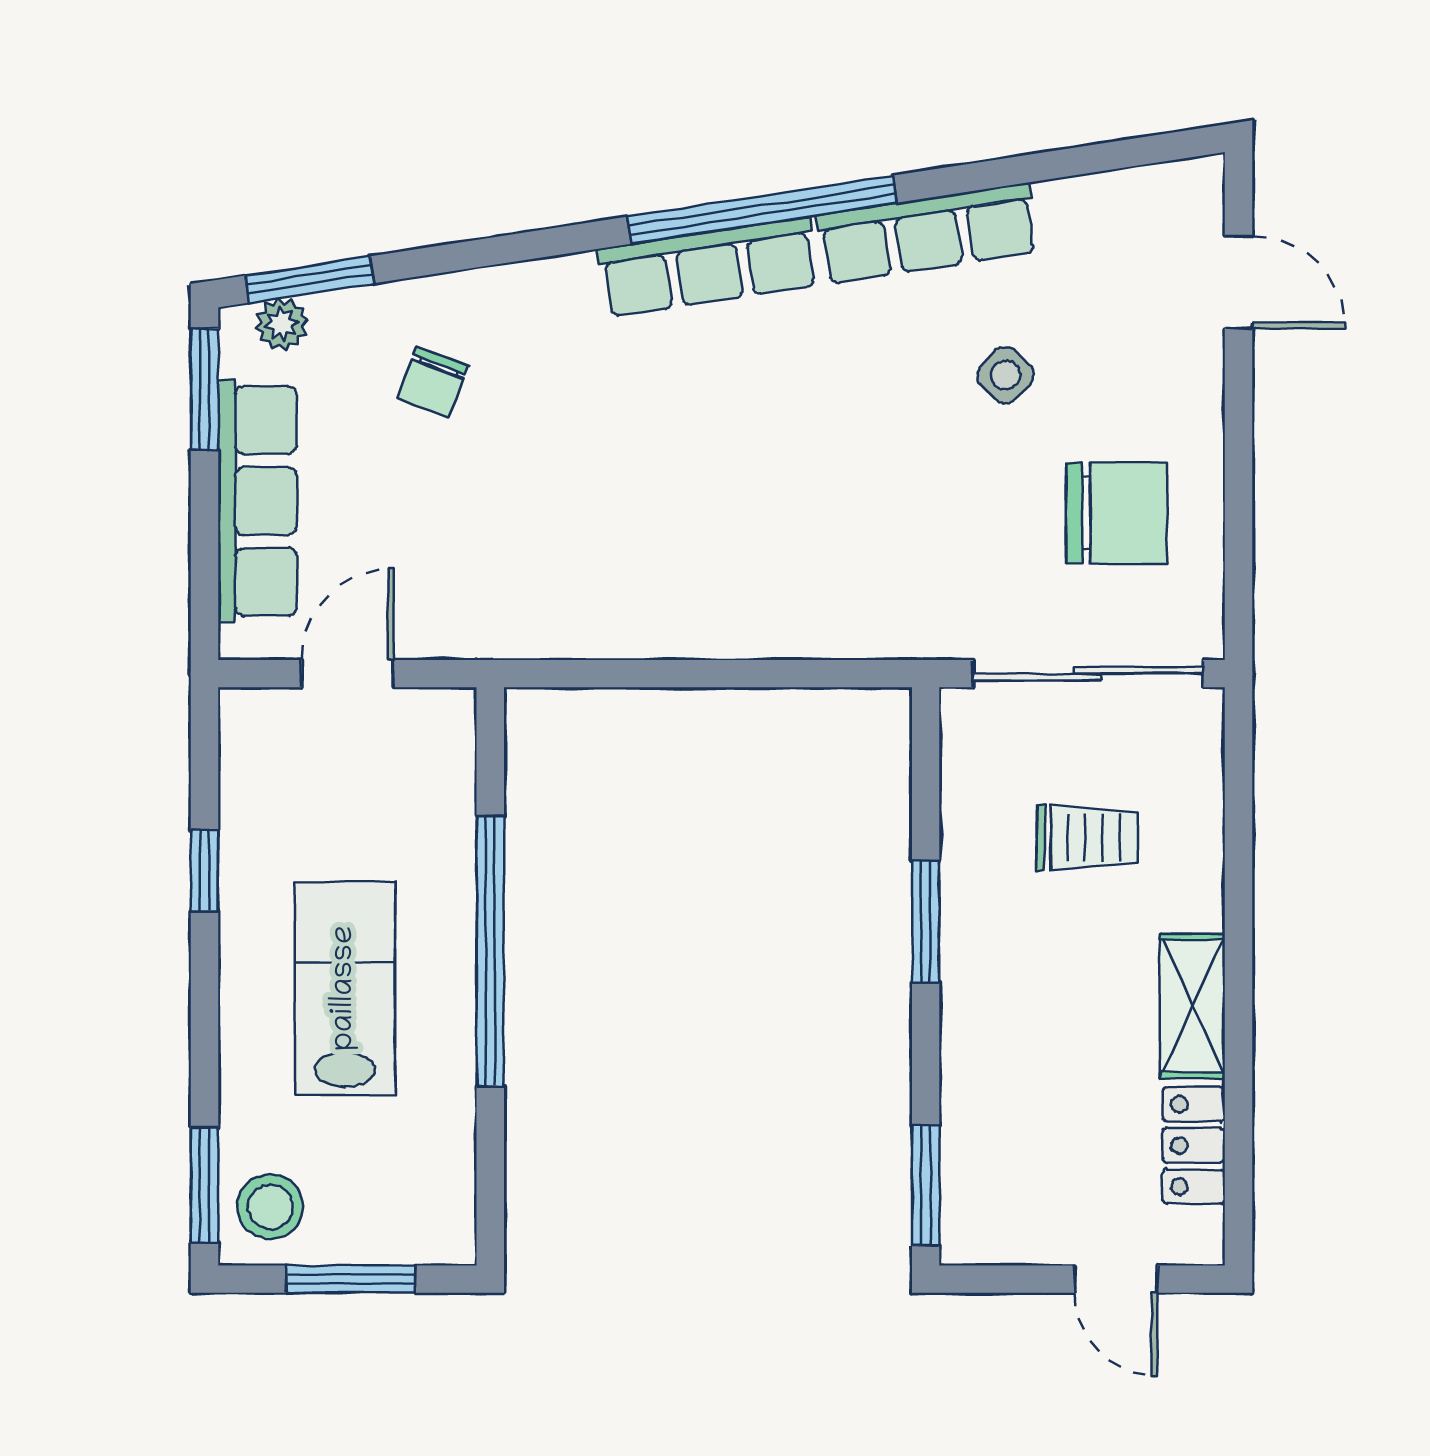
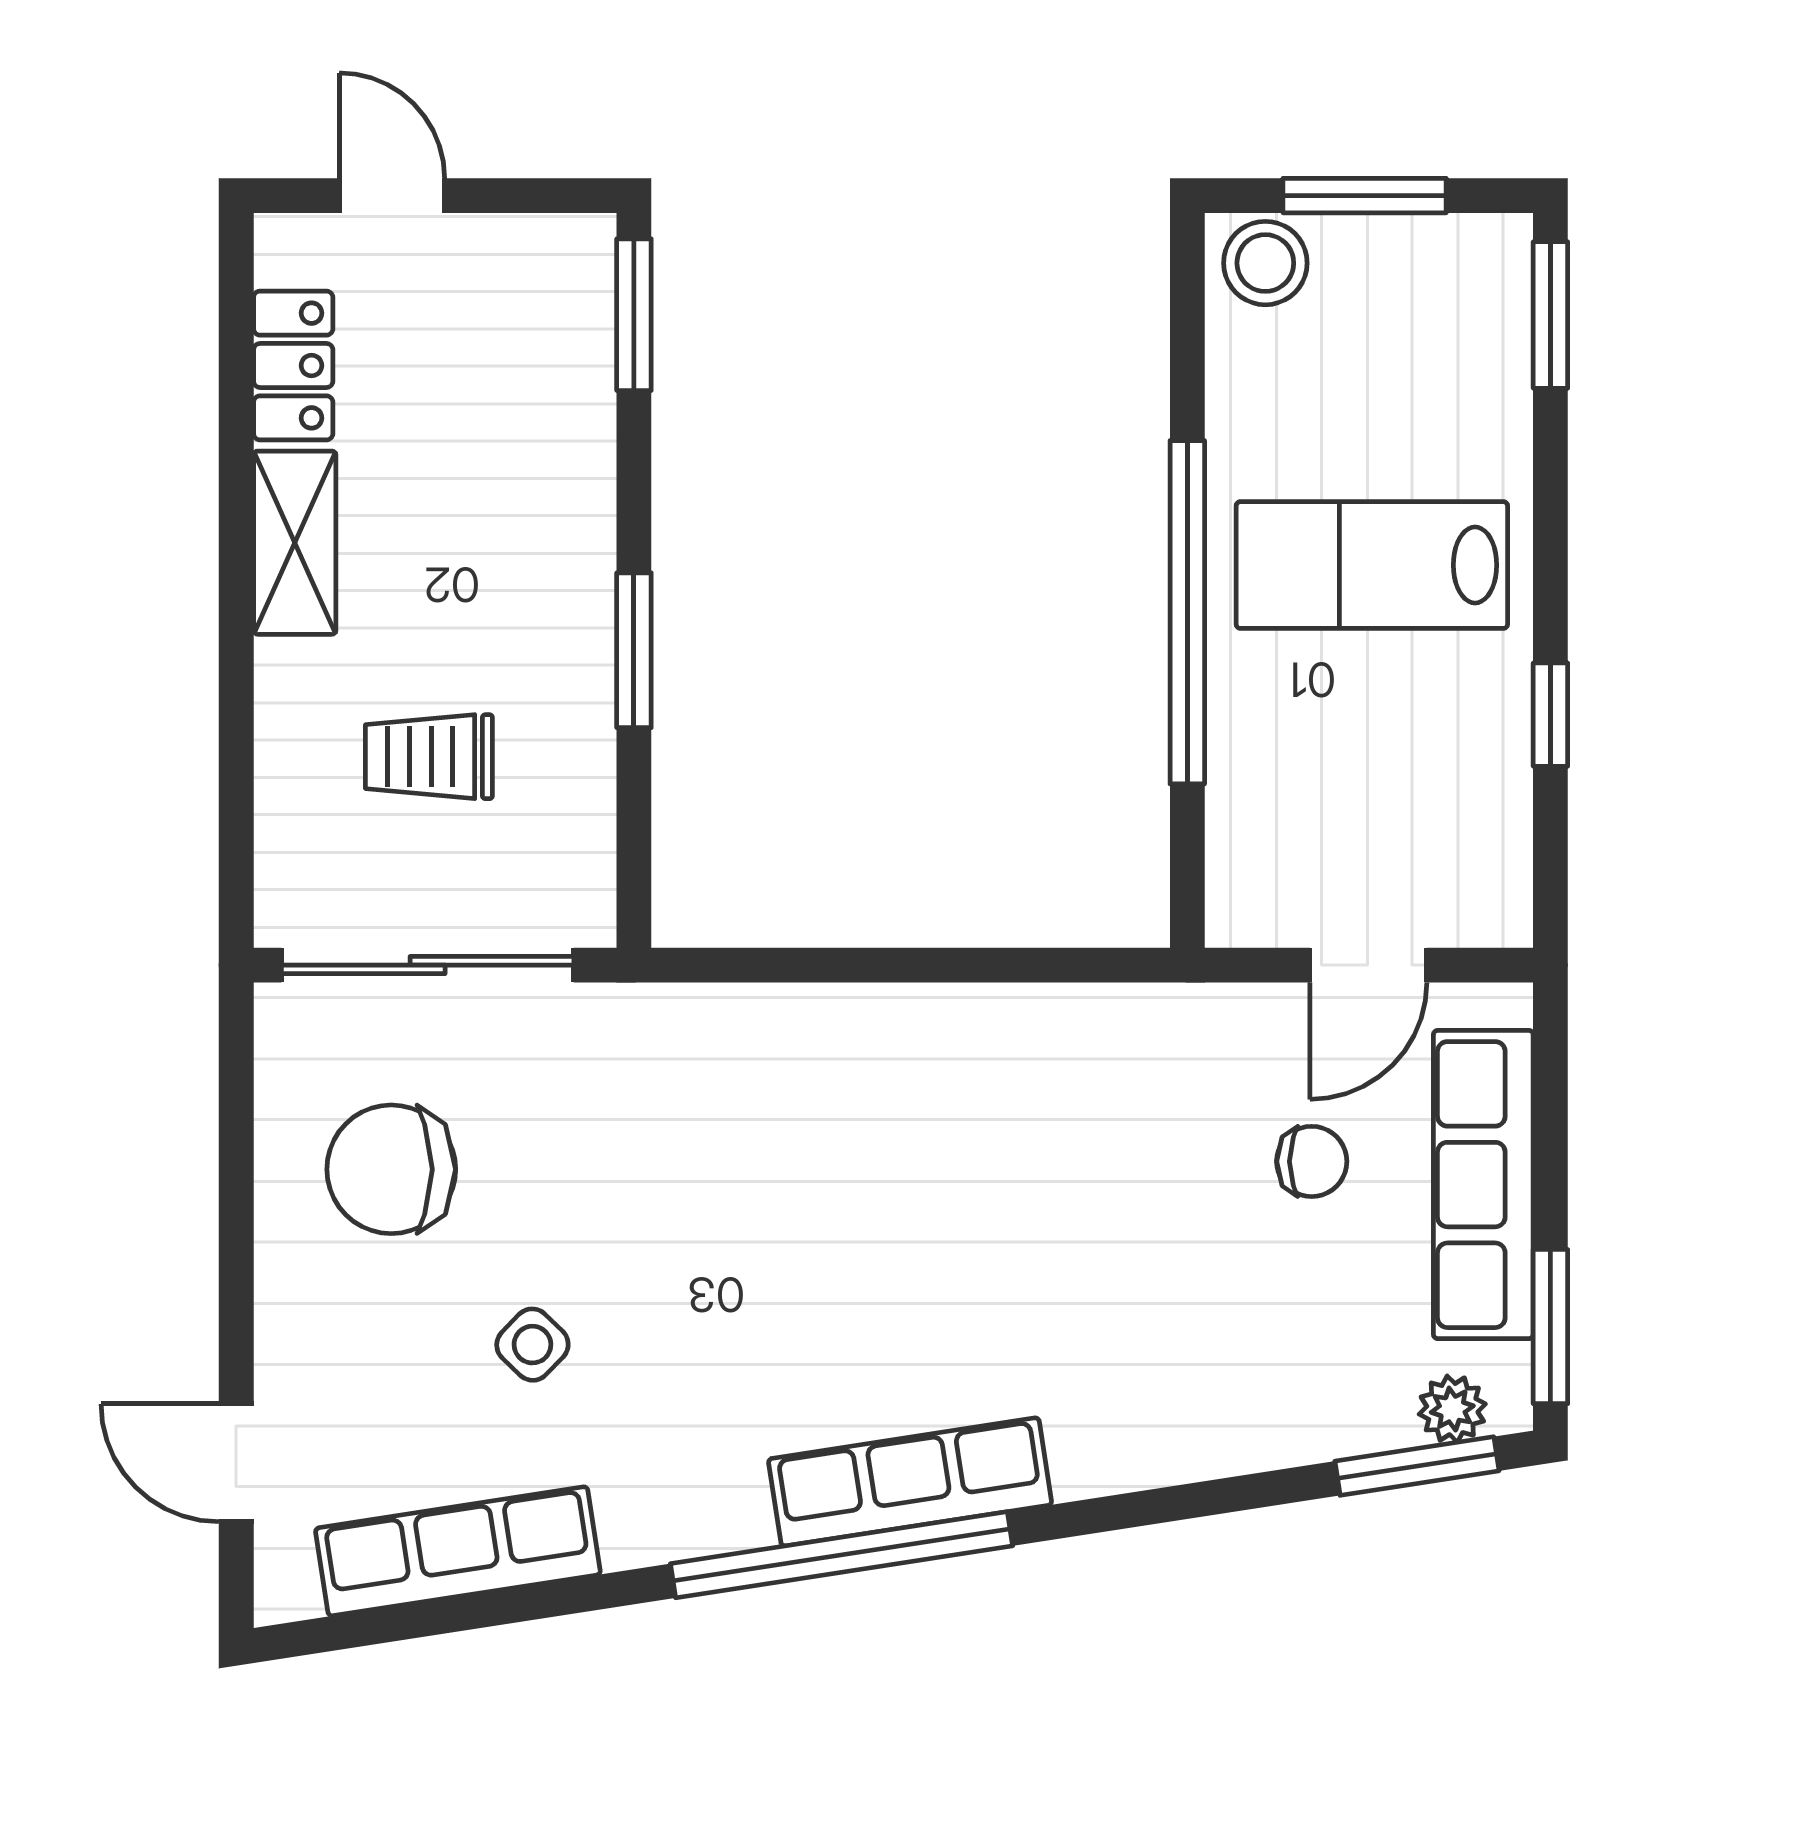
row of seats: (927, 233) -> (458, 1551), moved
chair: (432, 382) -> (1312, 1161), moved, turned 69
lab bench: (345, 988) -> (1372, 565), turned 90
stool: (270, 1207) -> (1265, 263), moved

